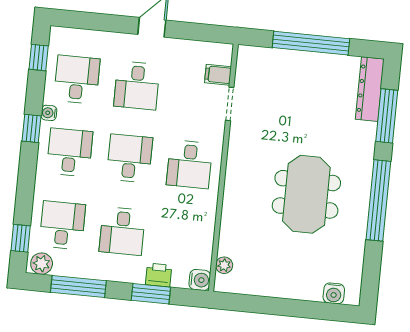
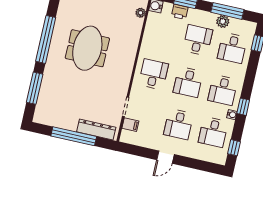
desk: (137, 85) -> (179, 124), turned 180
dresser: (370, 89) -> (96, 130), moved, turned -90
plant: (42, 264) -> (223, 21), moved

